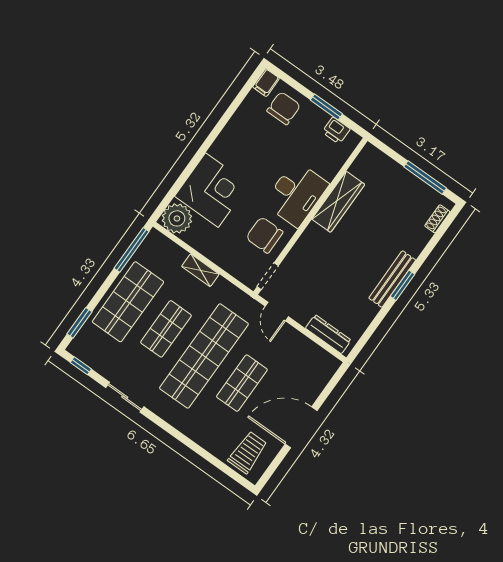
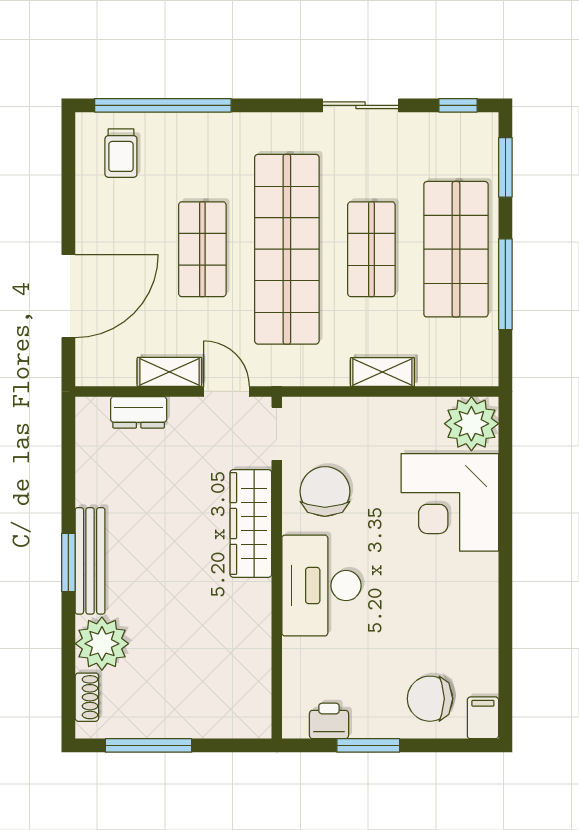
chair: (284, 108) -> (430, 699), turned 90
wardrobe: (338, 202) -> (251, 523), moved
chair: (264, 235) -> (325, 491), turned -90
plant: (413, 238) -> (102, 644), added
window: (132, 250) -> (505, 284), moved
dresser: (328, 334) -> (139, 412), width x0.70
shelving: (296, 339) -> (169, 372), added
door: (301, 427) -> (68, 296), moved
trolley: (248, 452) -> (121, 153), width x0.73, depth x0.72
window: (213, 460) -> (163, 105), added

